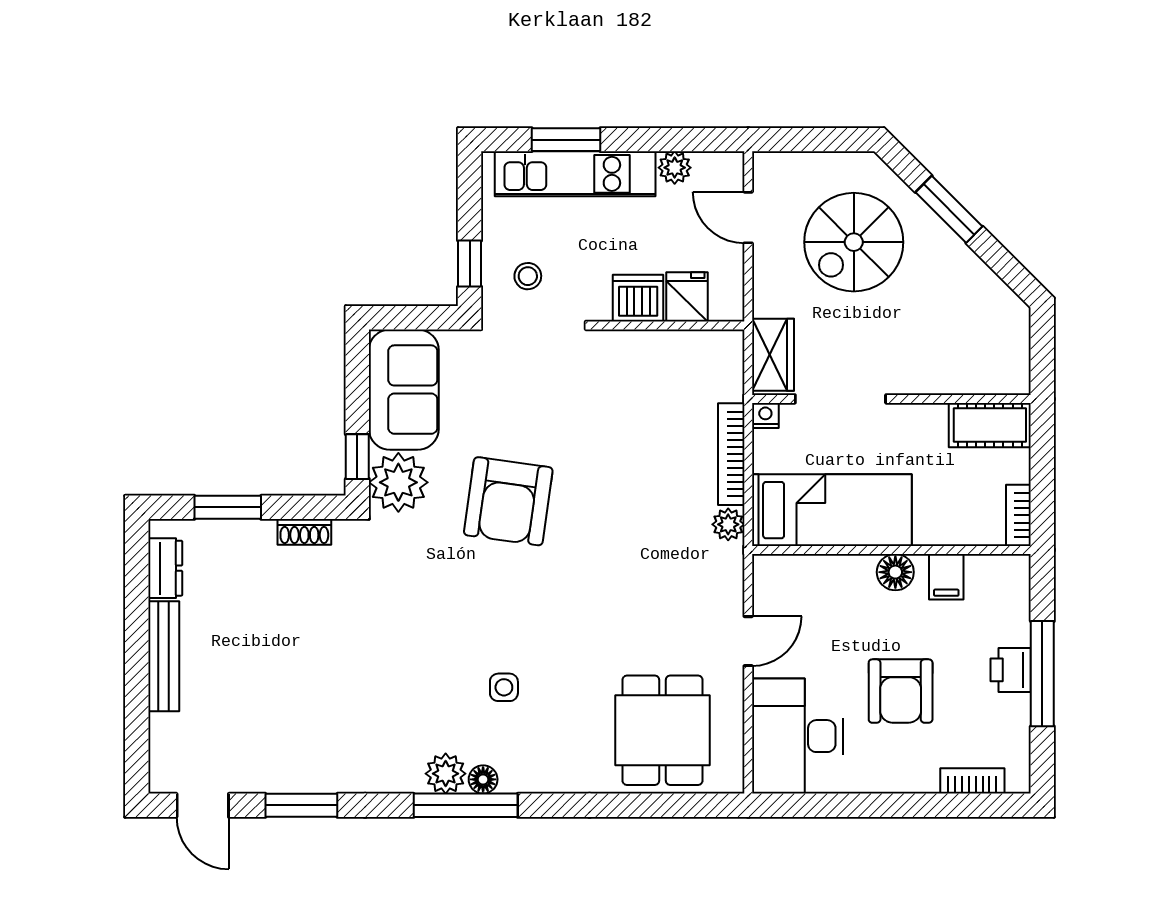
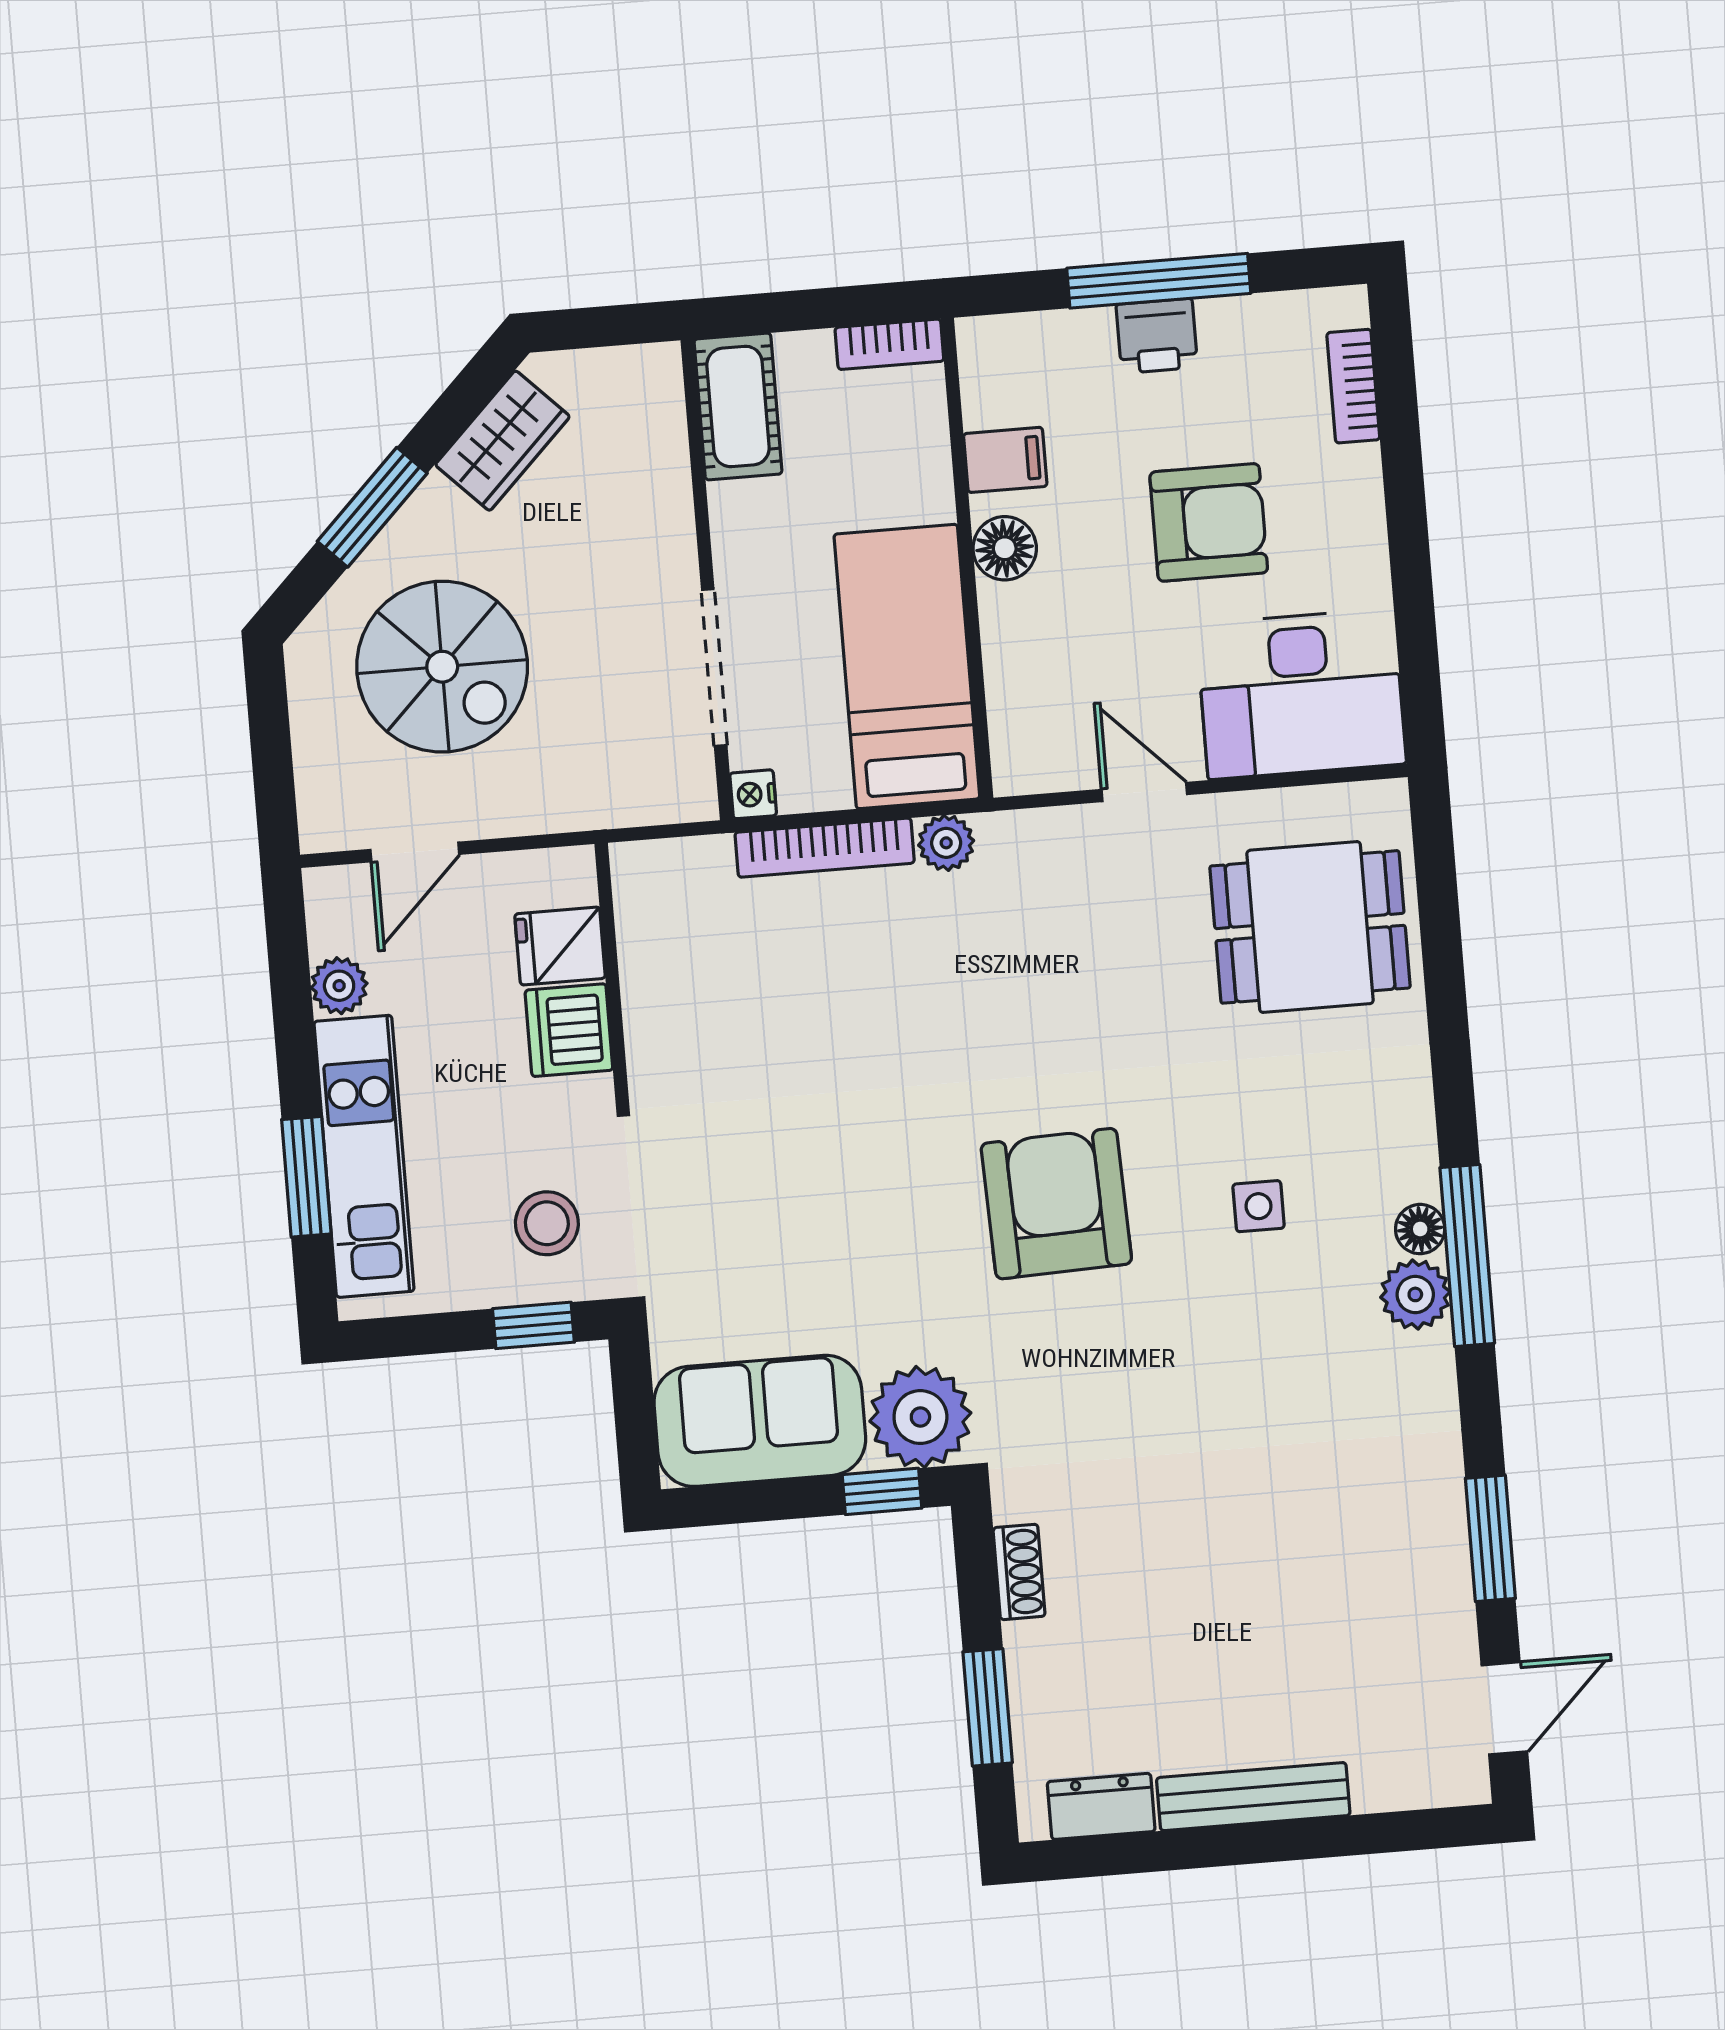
stool: (528, 276) -> (547, 1223), width x1.37, depth x1.37
wardrobe: (773, 355) -> (502, 441), moved, turned 135
armchair: (508, 501) -> (1056, 1204), moved, turned -100

